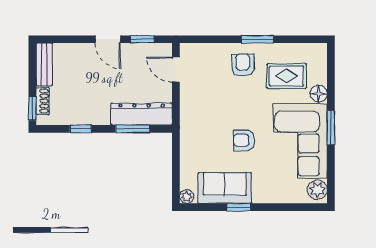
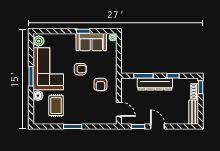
armchair: (243, 65) -> (100, 84), moved
rug: (287, 76) -> (56, 106), turned 90
dresser: (142, 114) -> (155, 84), moved

